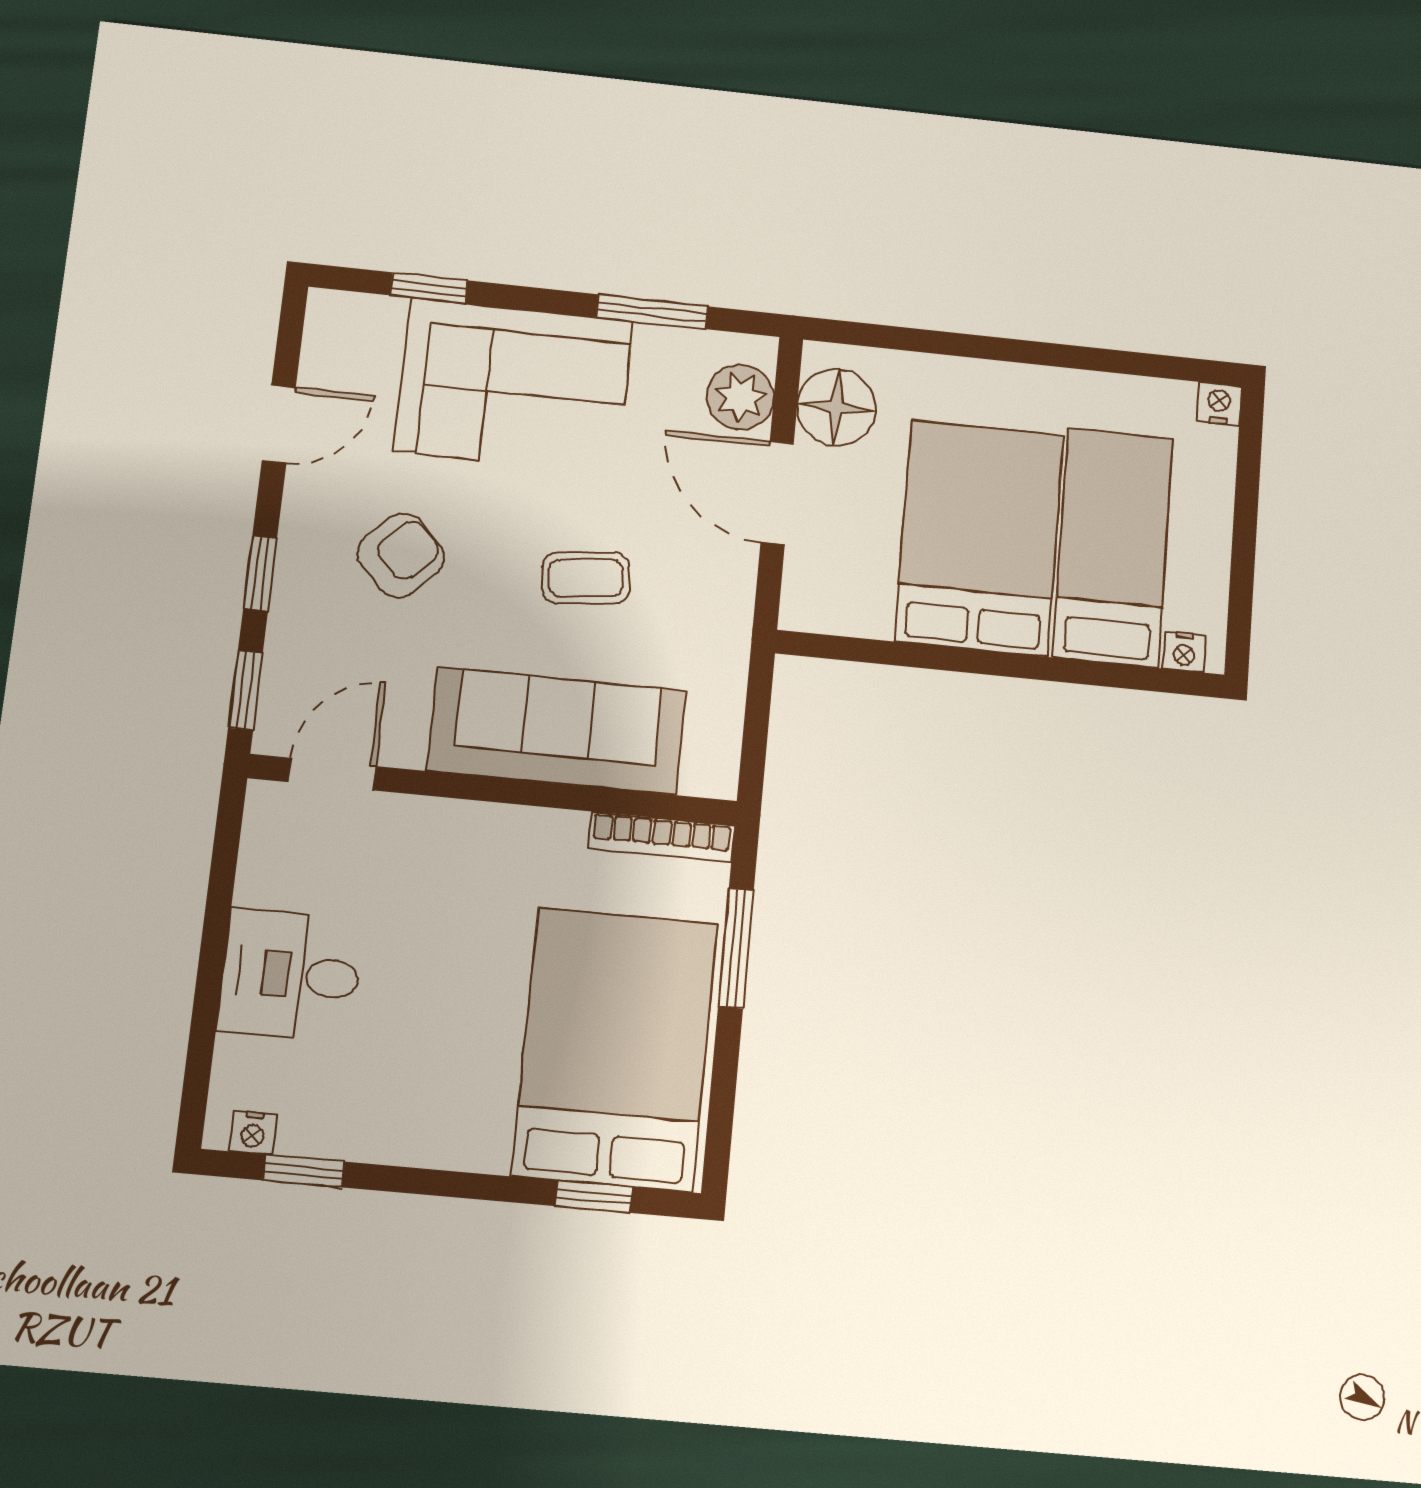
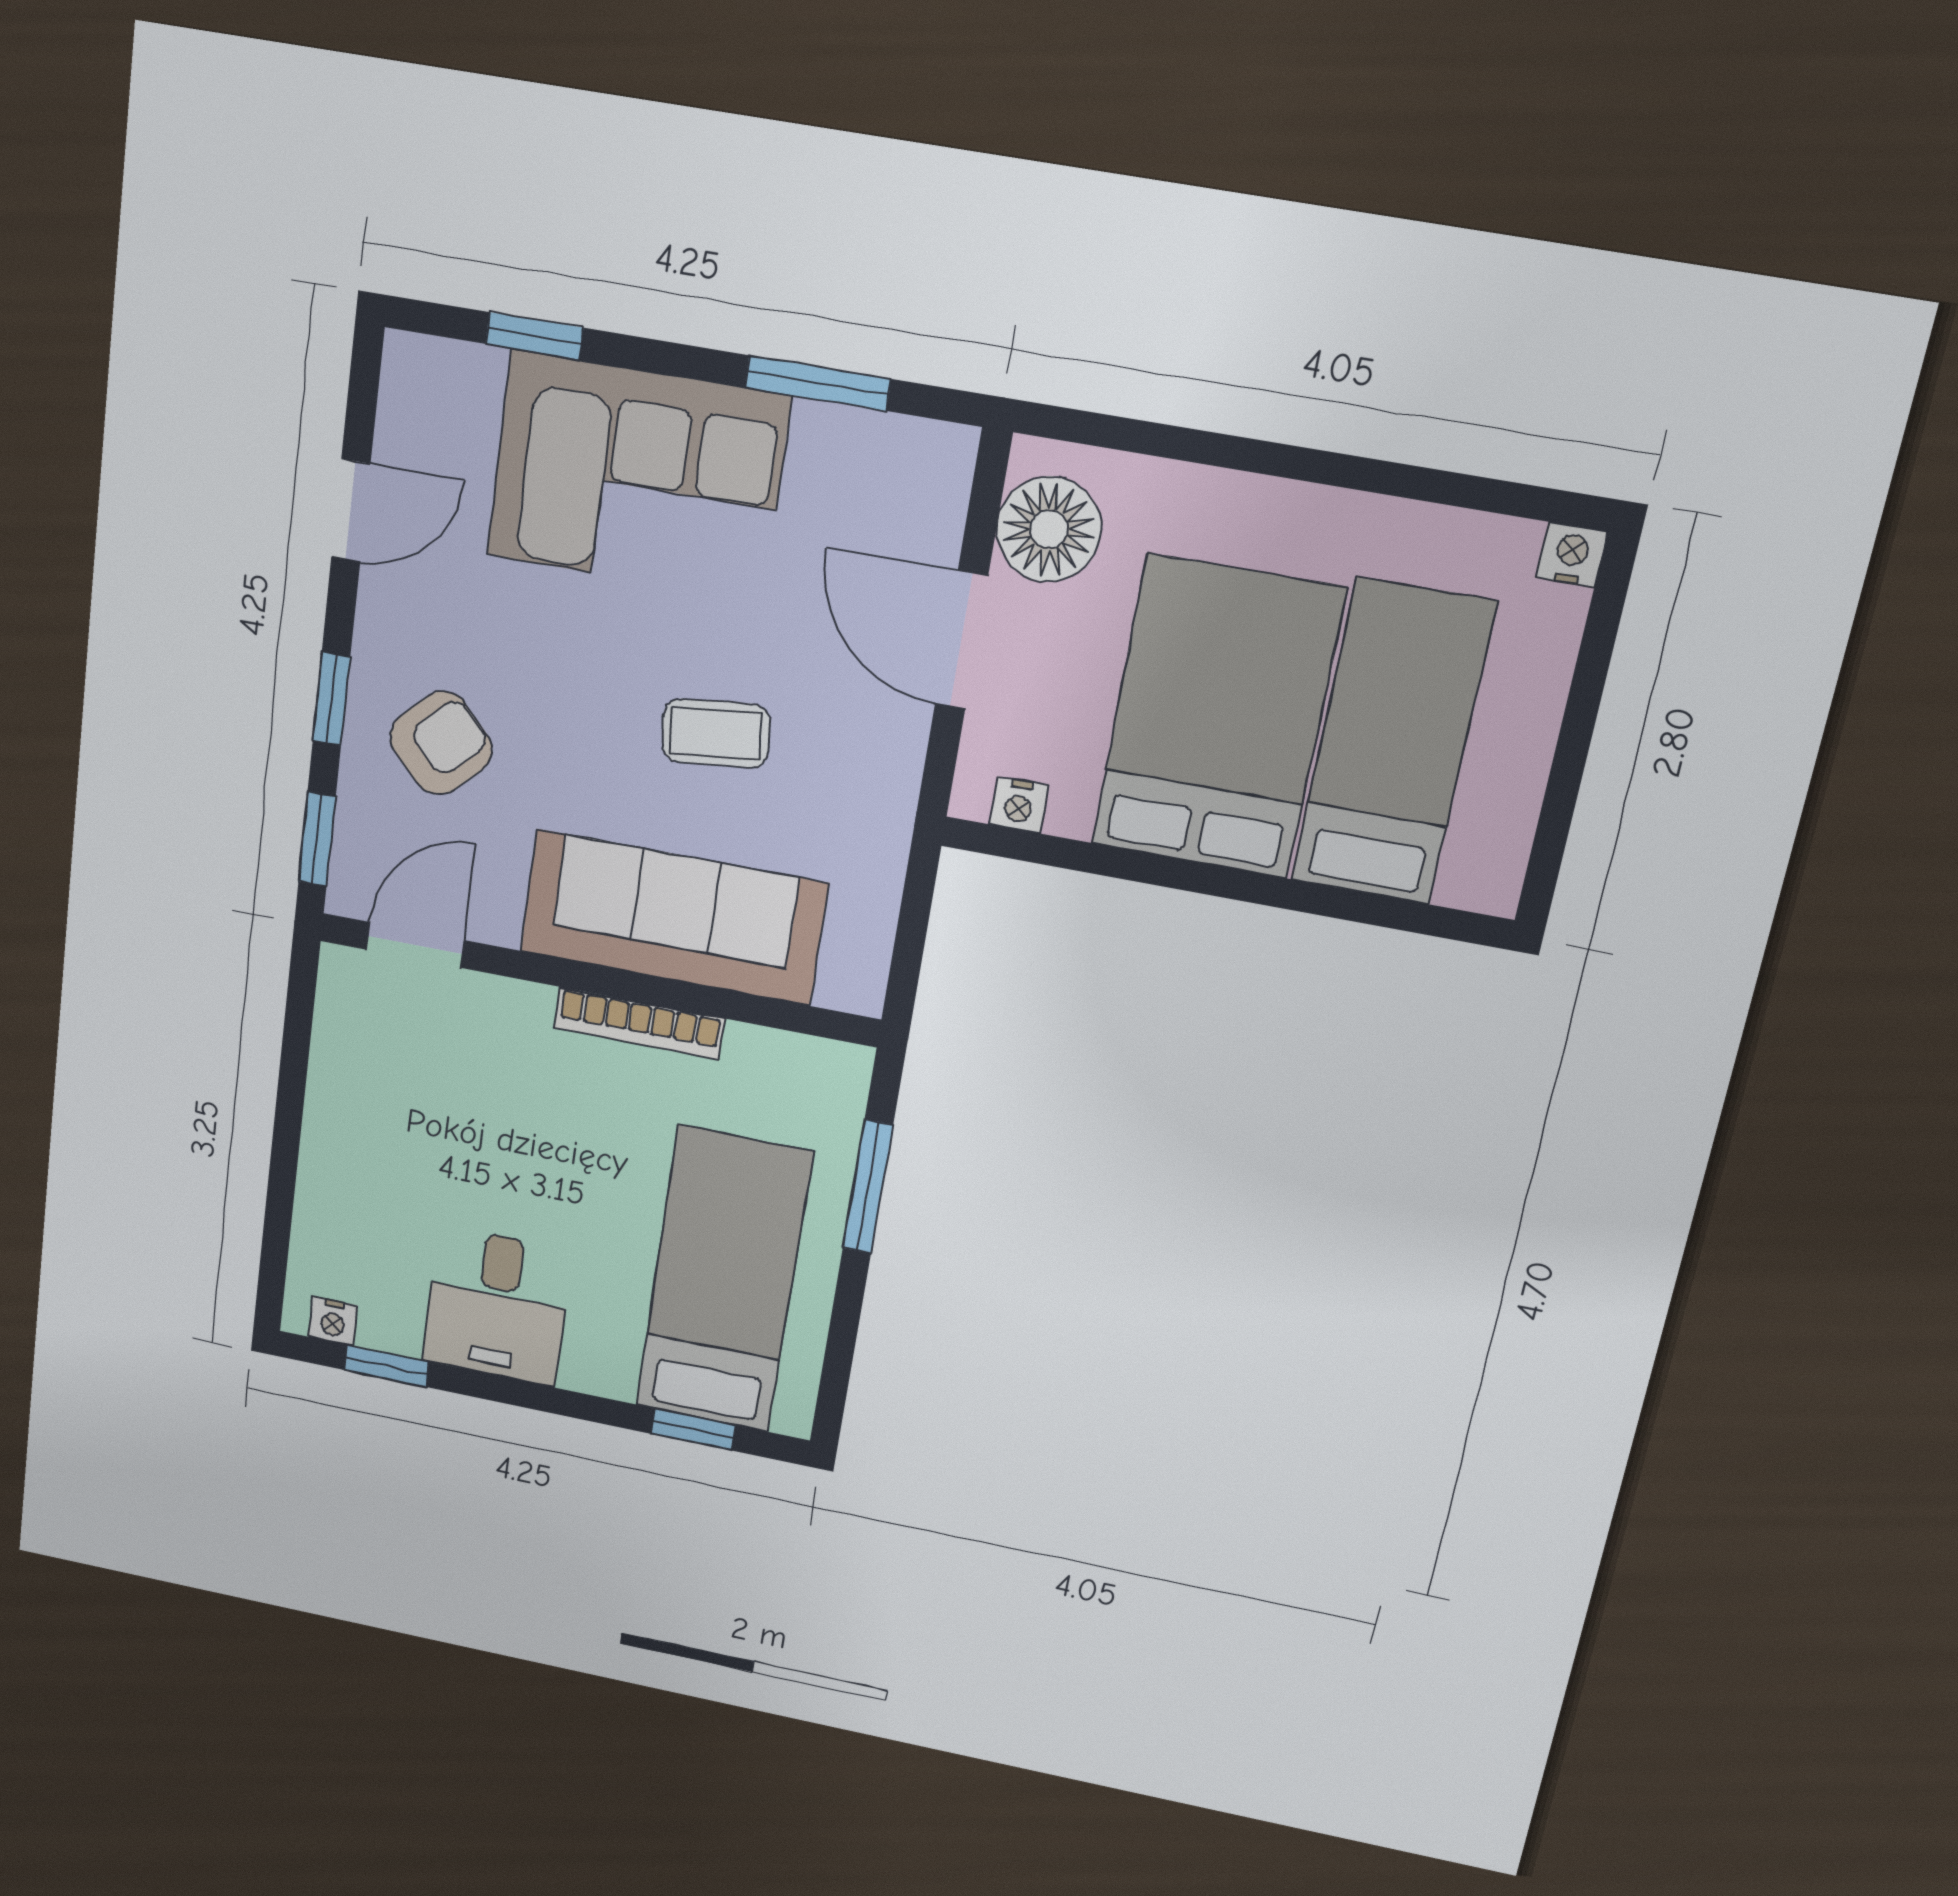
plant: (740, 397) -> (924, 508), removed
armchair: (401, 555) -> (441, 743), moved
nightstand: (1184, 652) -> (1019, 805), moved
bookcase: (662, 837) -> (639, 1023), moved
desk: (291, 975) -> (497, 1306), moved, turned -90
bed: (615, 1049) -> (724, 1280), width x0.67

